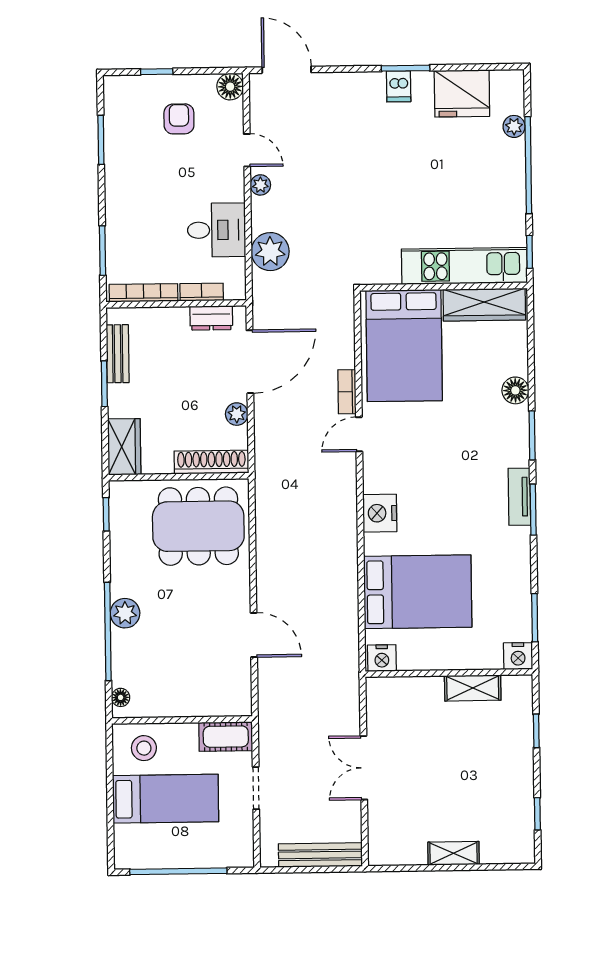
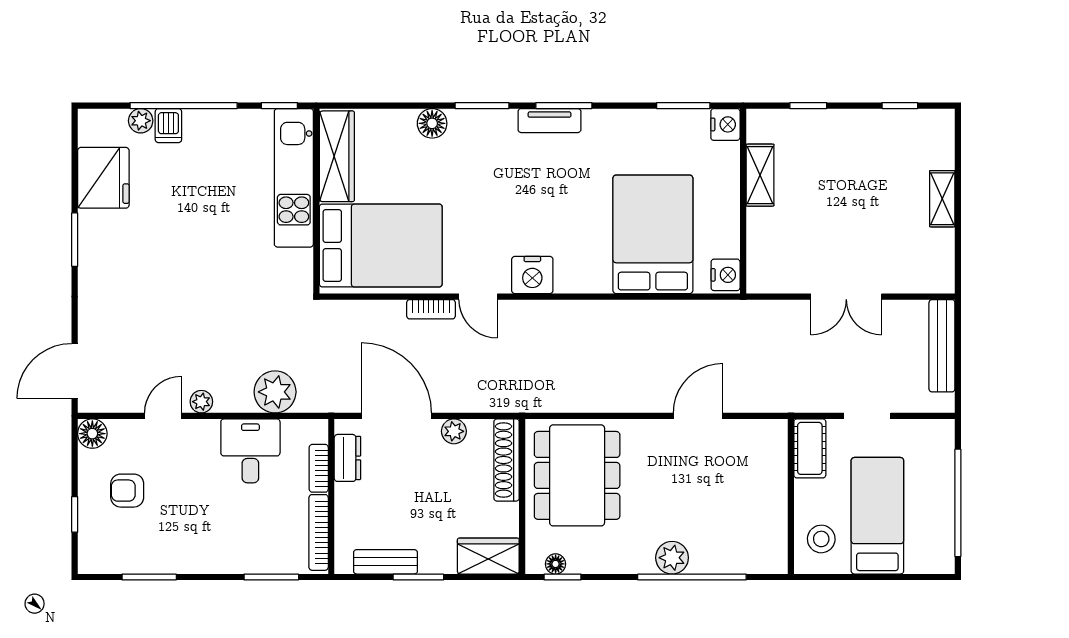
dishwasher: (399, 86) -> (168, 126), moved, turned 90
nightstand: (380, 513) -> (532, 275), moved
floor lamp: (121, 697) -> (556, 564), moved

